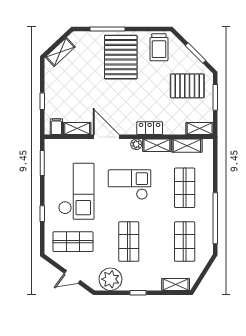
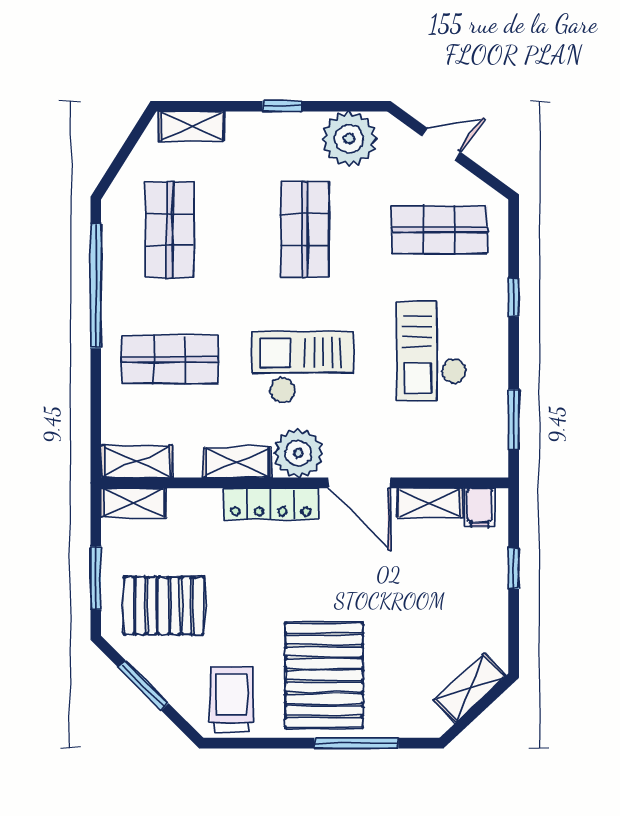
locker: (150, 128) -> (271, 504), width x1.53
plant: (136, 144) -> (298, 453), width x1.88, depth x1.88
shelving: (187, 146) -> (137, 462), moved
checkout: (130, 185) -> (303, 367), turned 180
shop shelf: (185, 188) -> (170, 359), turned 90
checkout: (76, 191) -> (432, 351), width x0.73, depth x0.83

